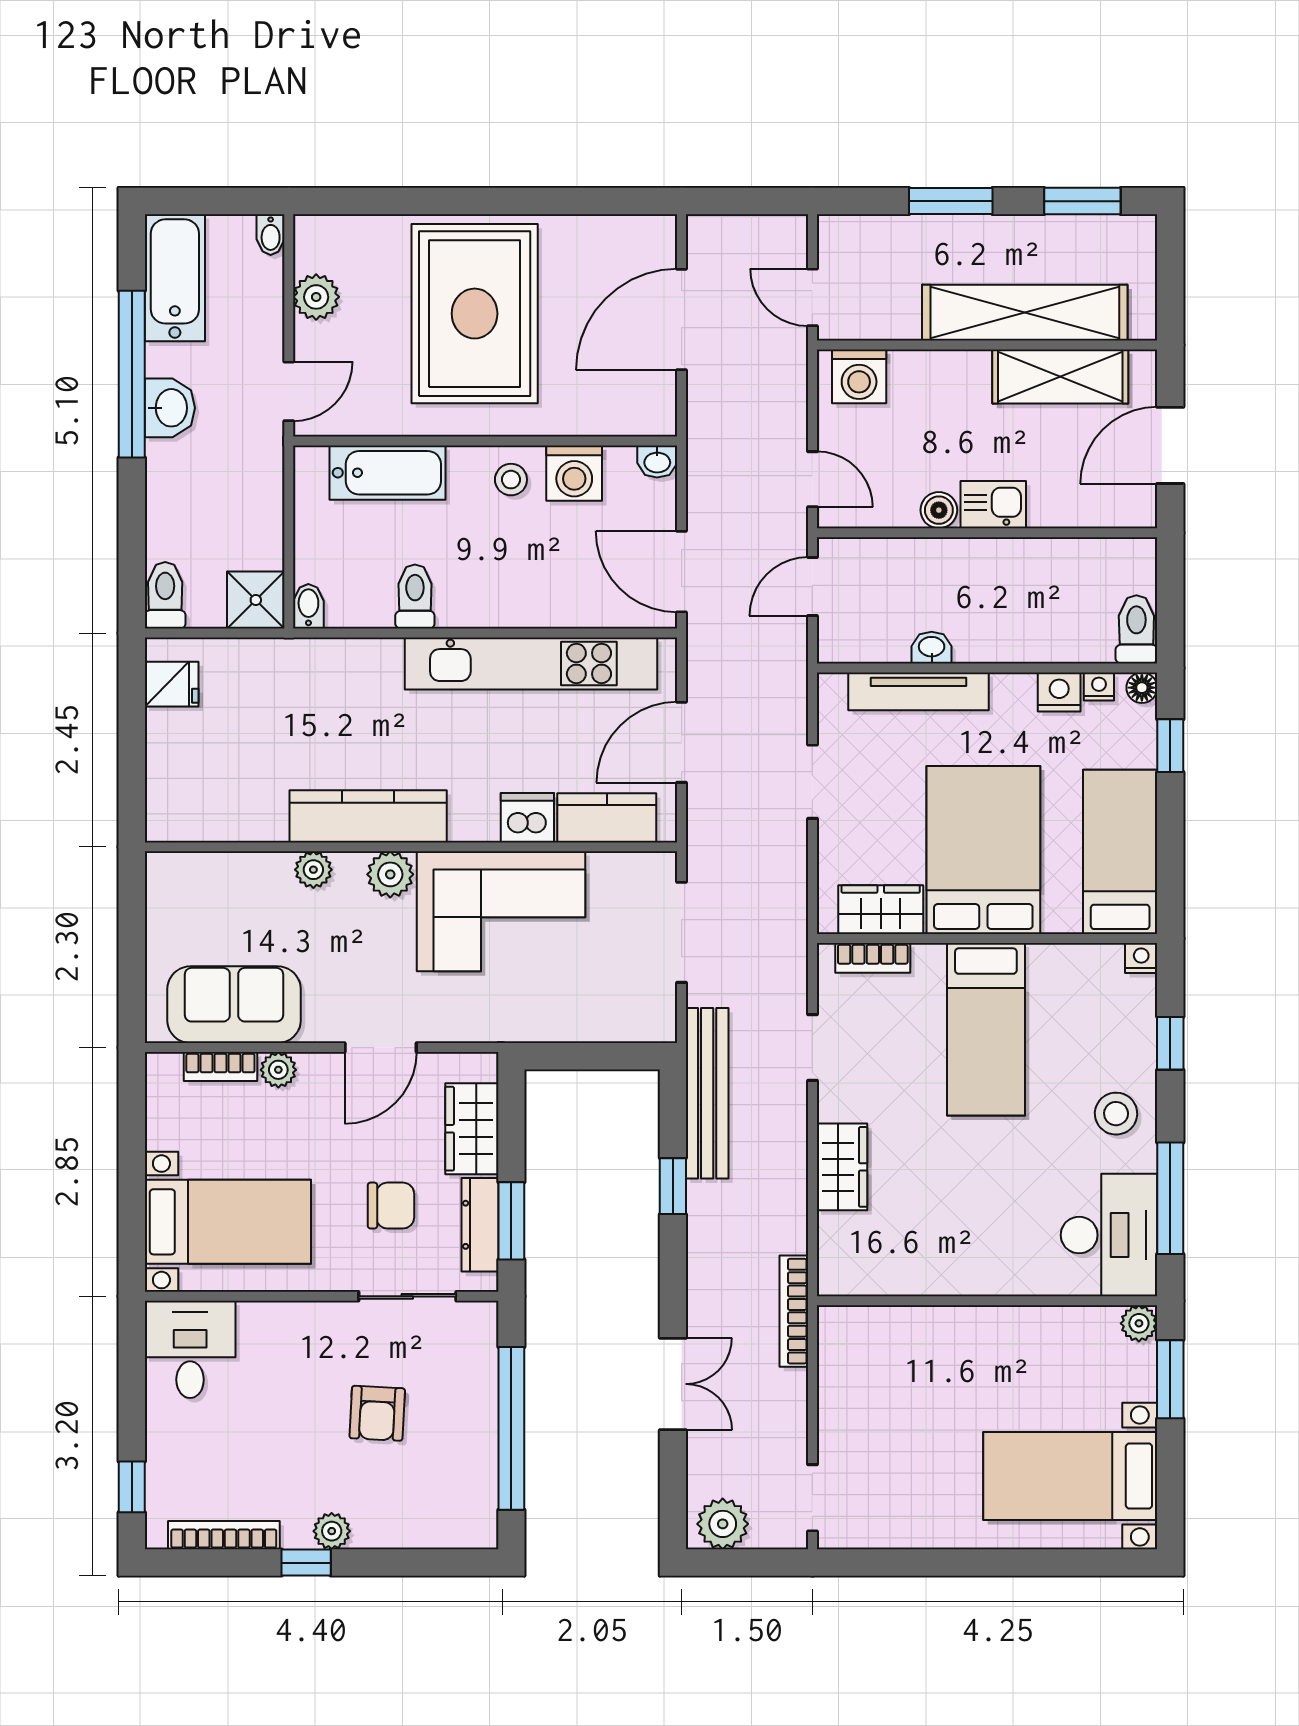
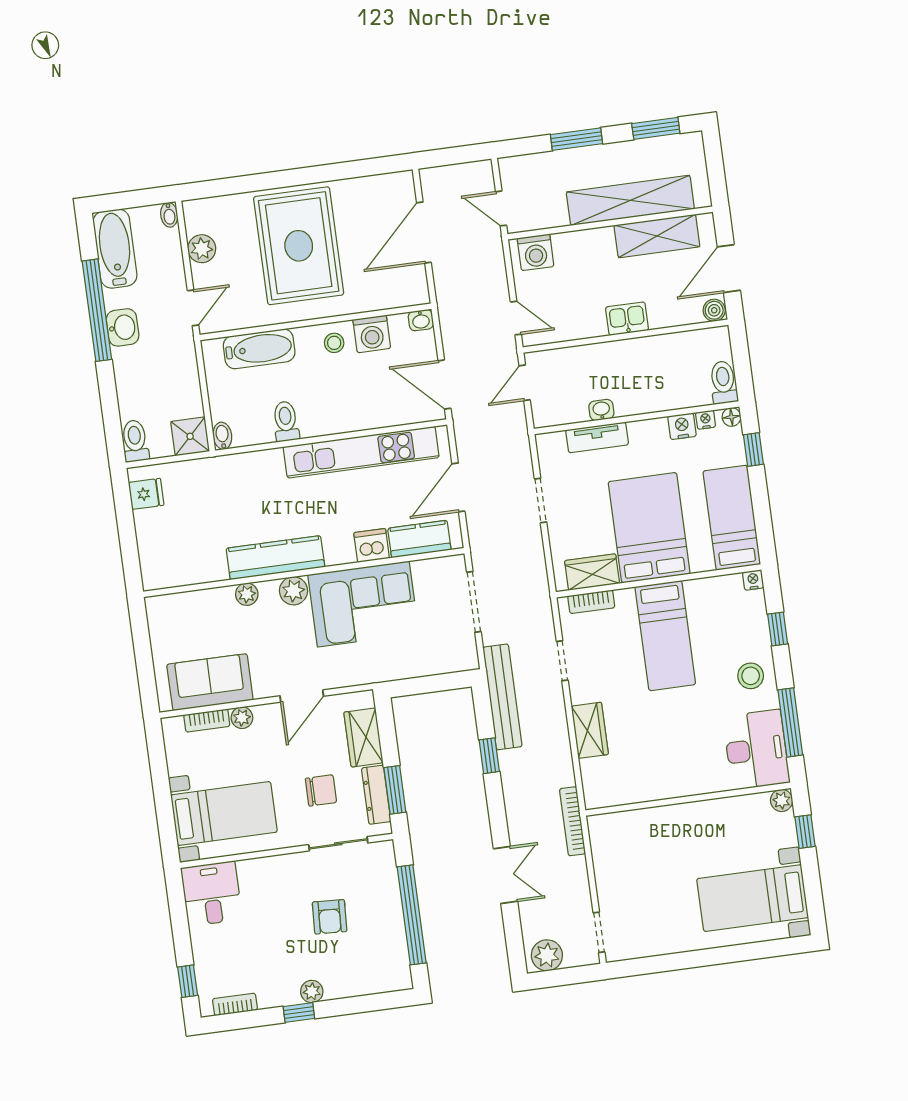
boiler: (939, 510) -> (714, 310), moved
tv unit: (918, 691) -> (597, 437), width x0.71
window: (1170, 1379) -> (805, 832), width x0.67
bookcase: (224, 1535) -> (235, 1004), width x0.64

